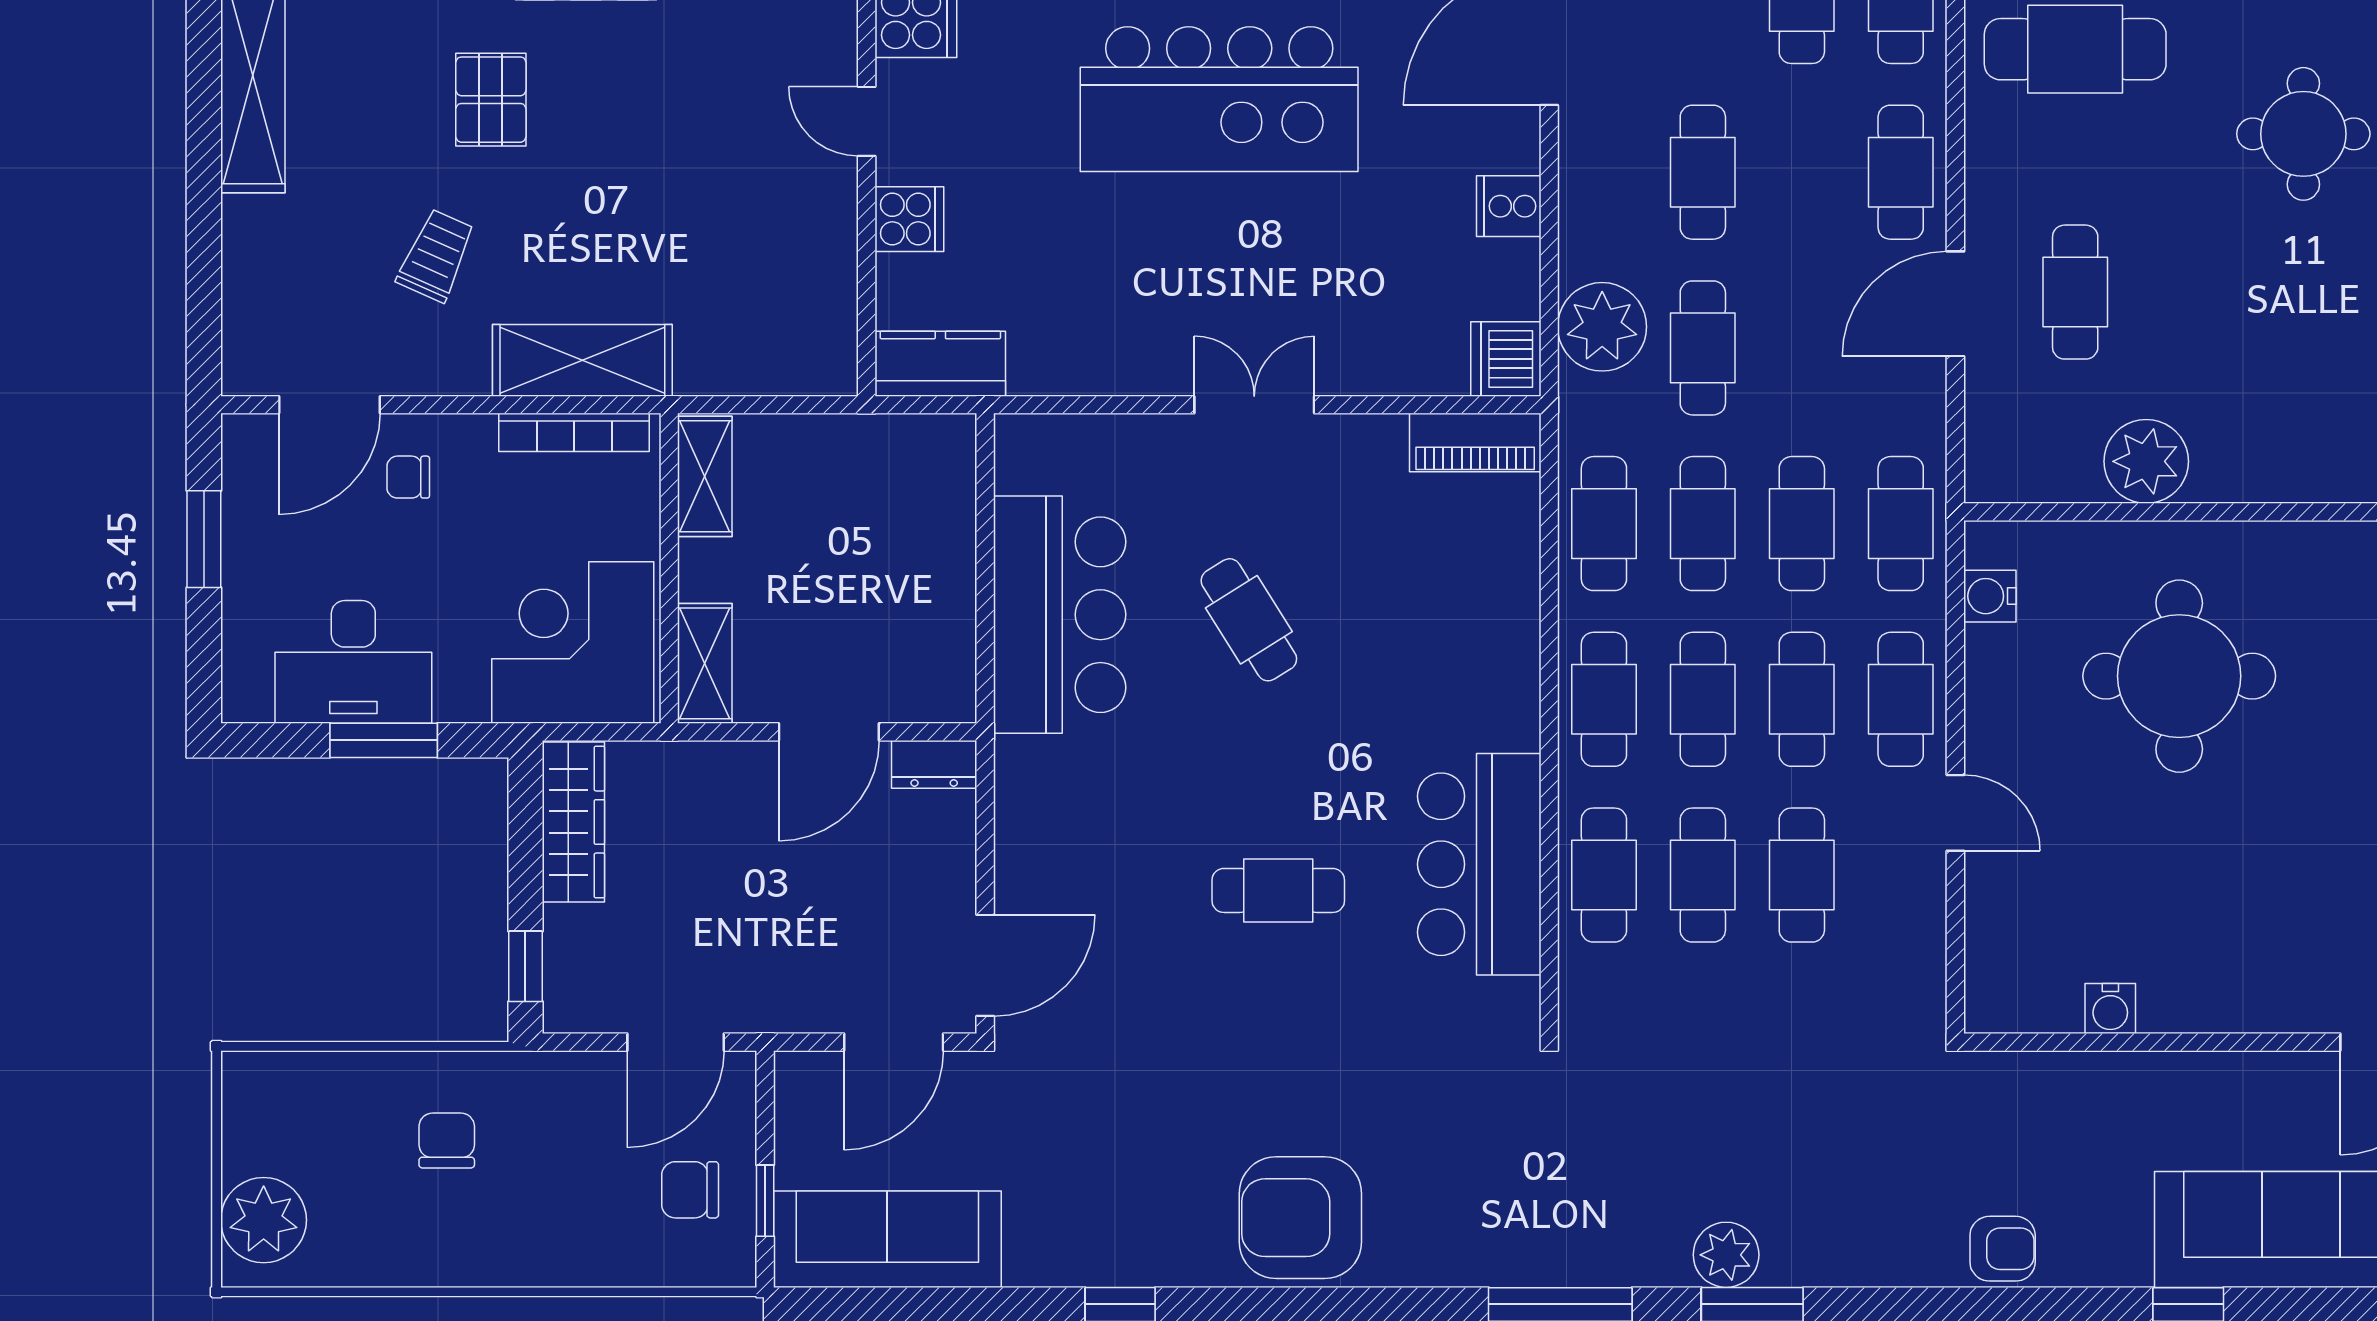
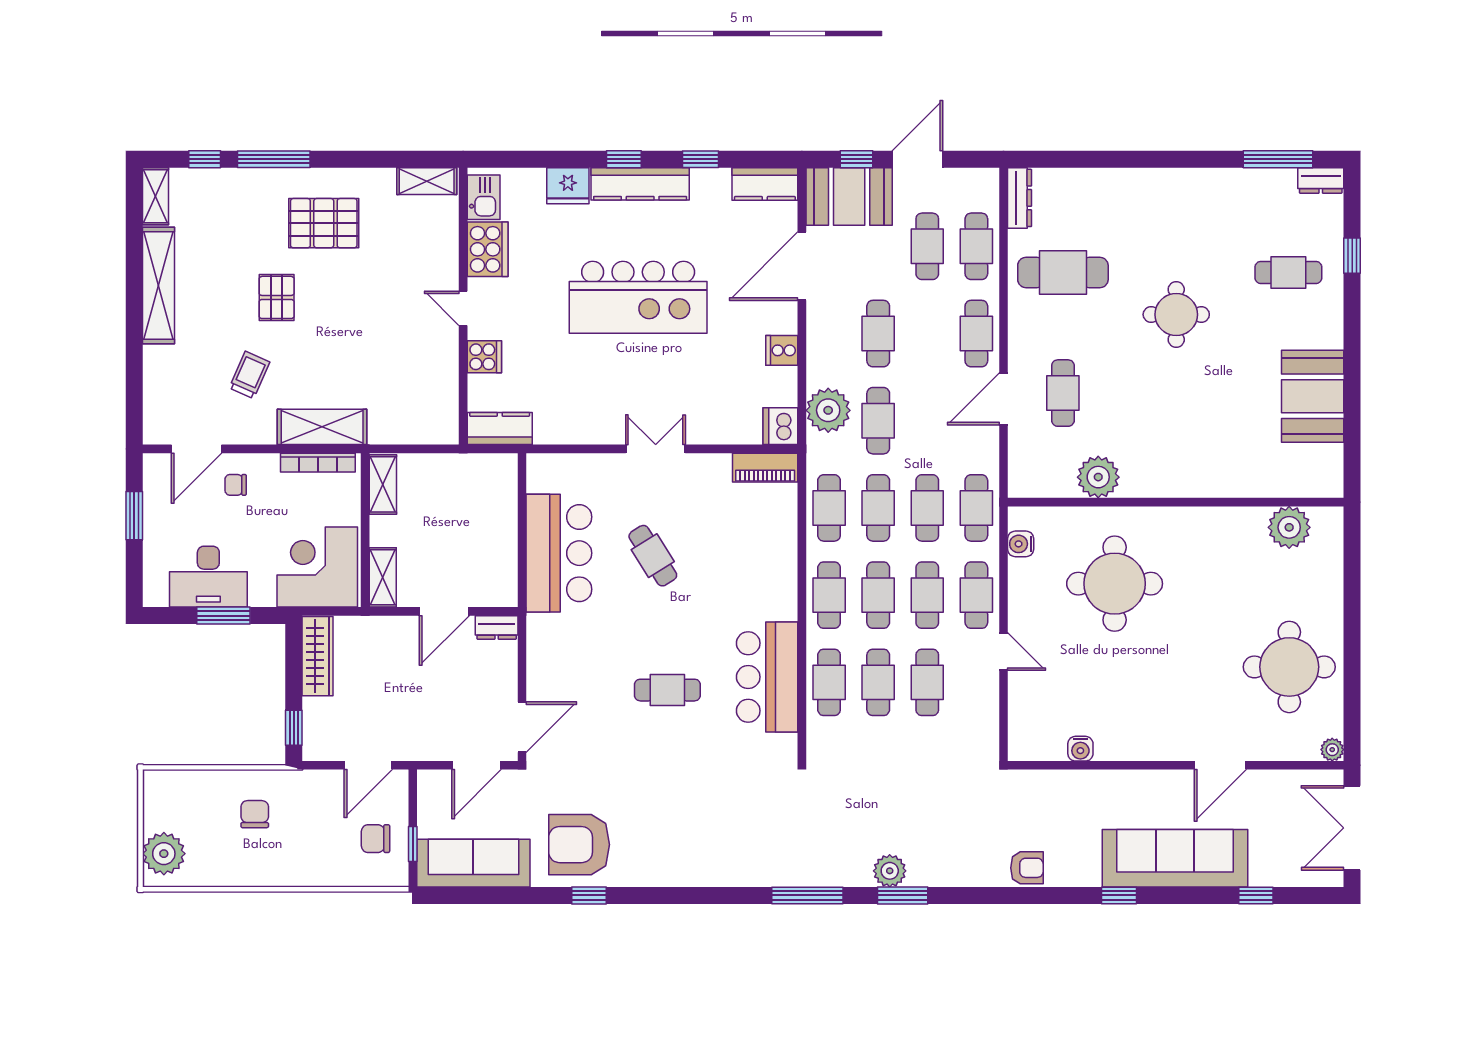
armchair: (1300, 1218) -> (579, 845), moved

